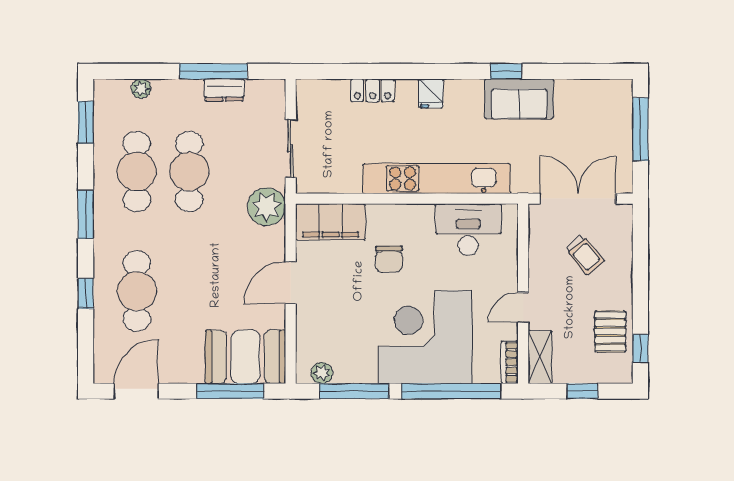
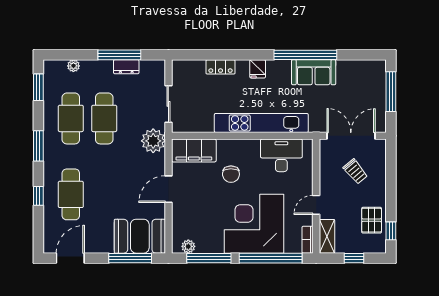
window: (506, 71) -> (305, 55), width x3.17

